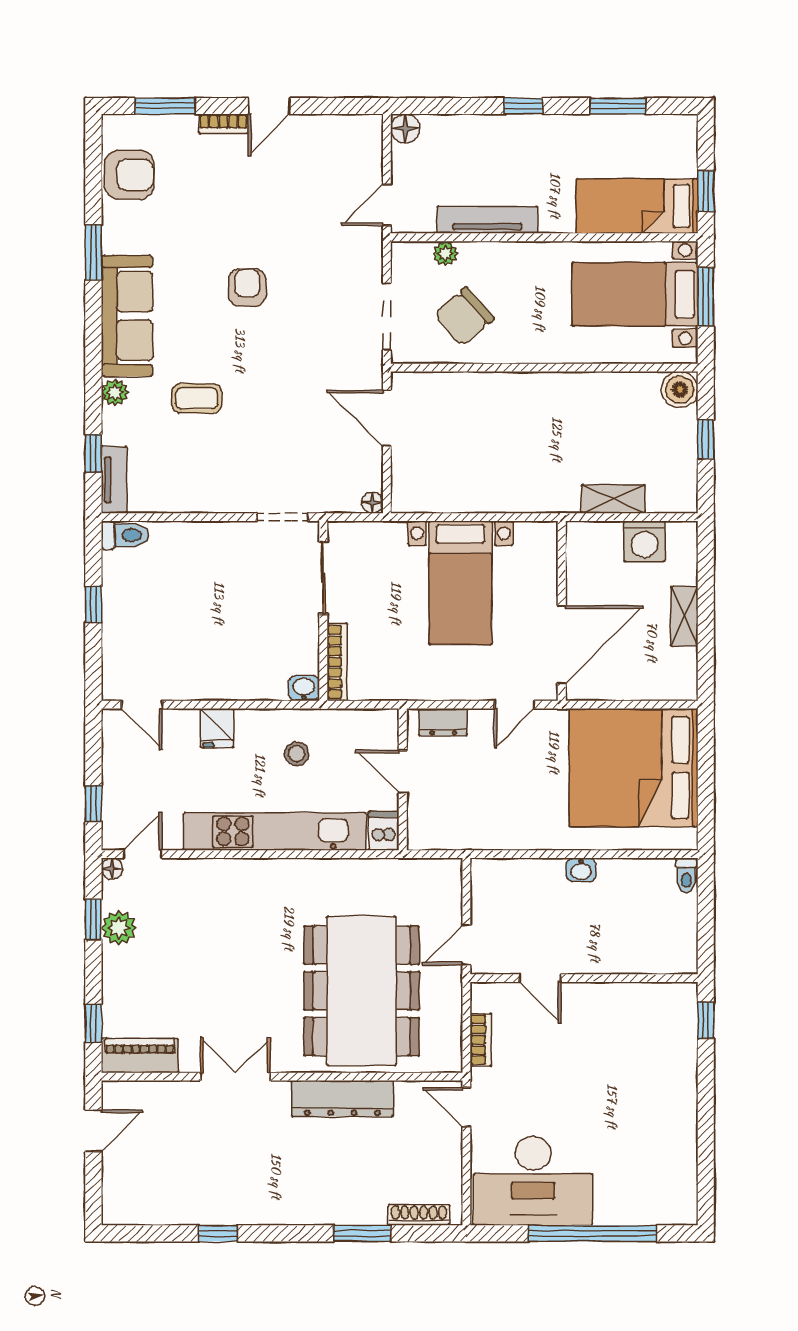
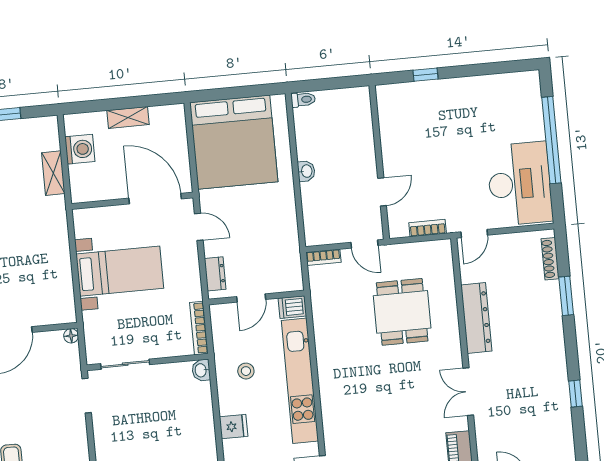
bookcase: (337, 662) -> (199, 328), moved, turned -90
bookcase: (453, 883) -> (323, 257), added
dining table: (362, 991) -> (402, 312), width x0.53, depth x0.80
window: (706, 1020) -> (425, 75), moved

